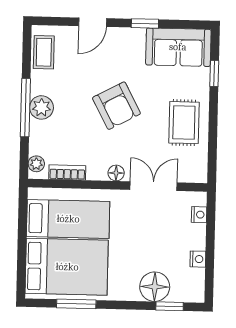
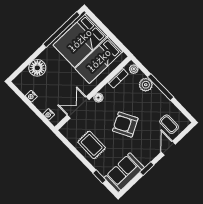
coffee table: (44, 52) -> (169, 124), moved
plant: (41, 107) -> (146, 85), moved
double door: (154, 186) -> (78, 107), swing flipped
window: (76, 304) -> (62, 30), width x2.11
window: (170, 306) -> (24, 66), removed

